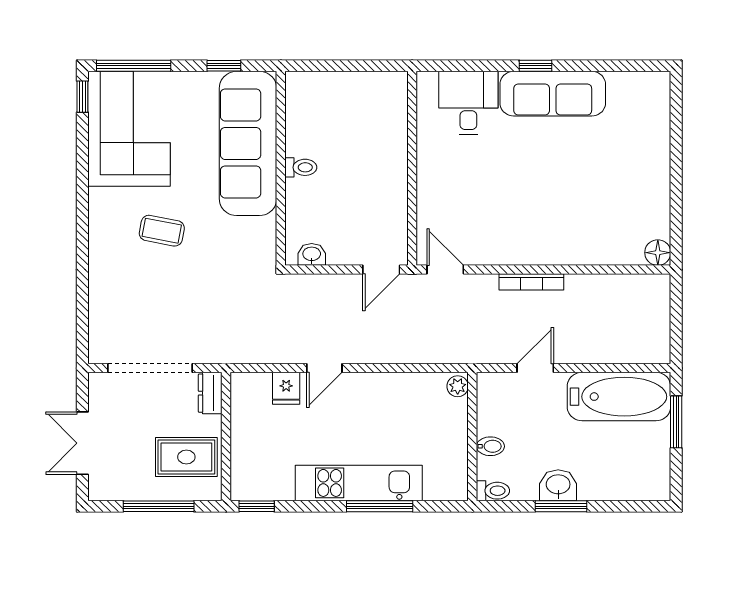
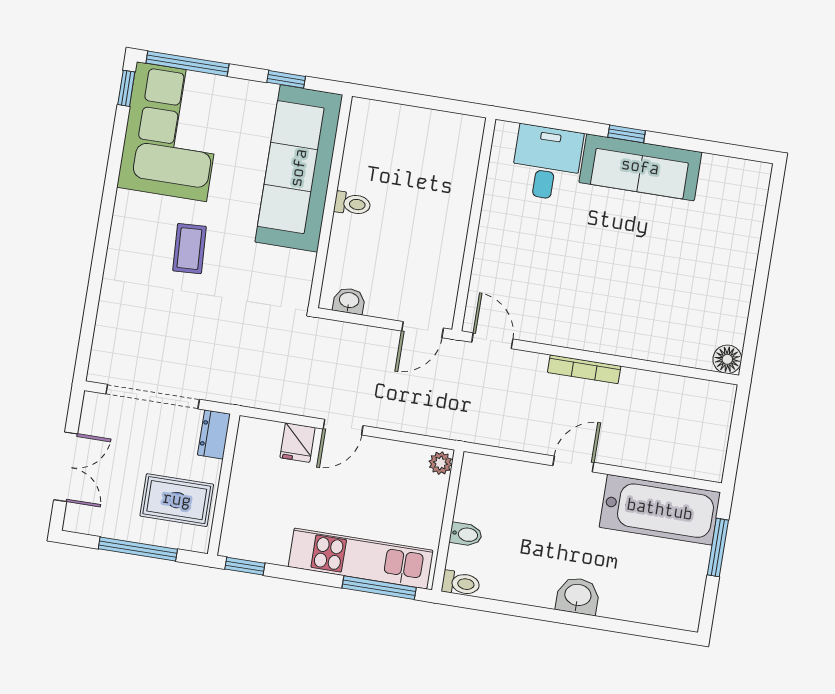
coffee table: (162, 231) -> (189, 249), turned 76
plant: (458, 386) -> (441, 463), moved
wall: (472, 436) -> (448, 521), moved
double door: (82, 443) -> (66, 467), swing flipped
bidet: (490, 446) -> (466, 534), moved
toilet: (493, 491) -> (461, 583), moved
window: (561, 506) -> (577, 619), removed

